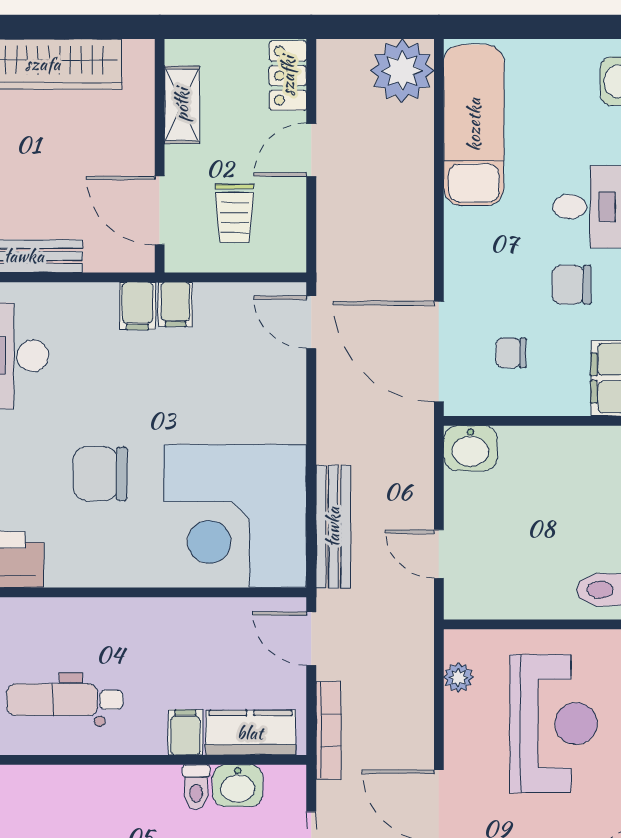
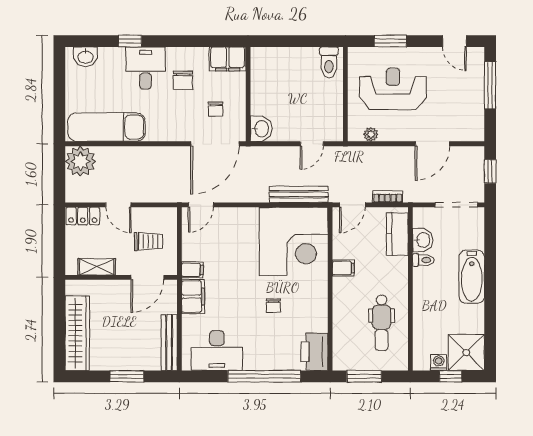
filing cabinet: (138, 306) -> (193, 297), width x2.00
chair: (100, 474) -> (273, 306), width x0.54, depth x0.54
bookcase: (329, 730) -> (388, 197), width x0.64
filing cabinet: (185, 732) -> (343, 268), moved, turned 180

